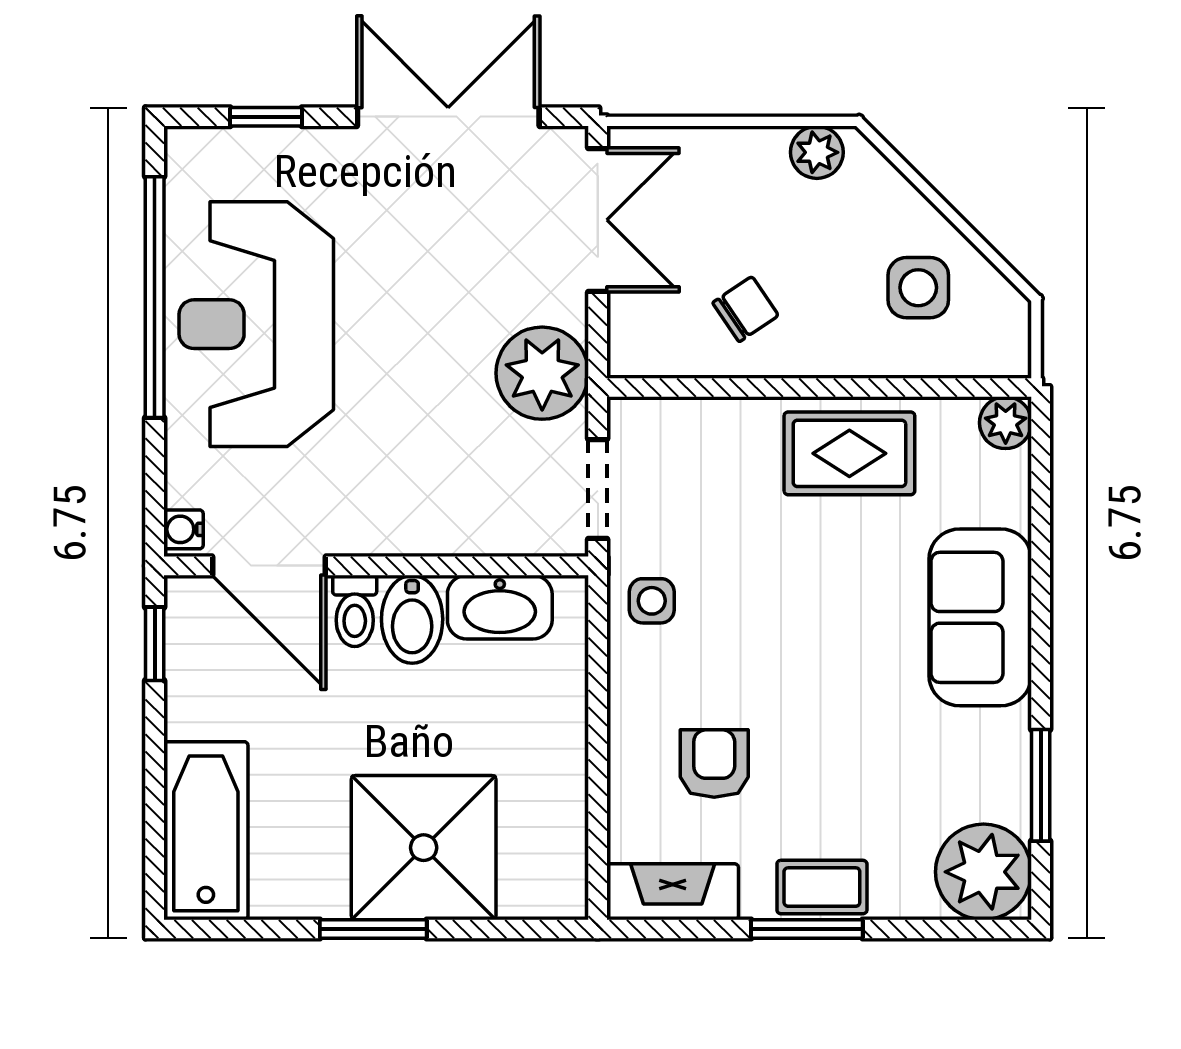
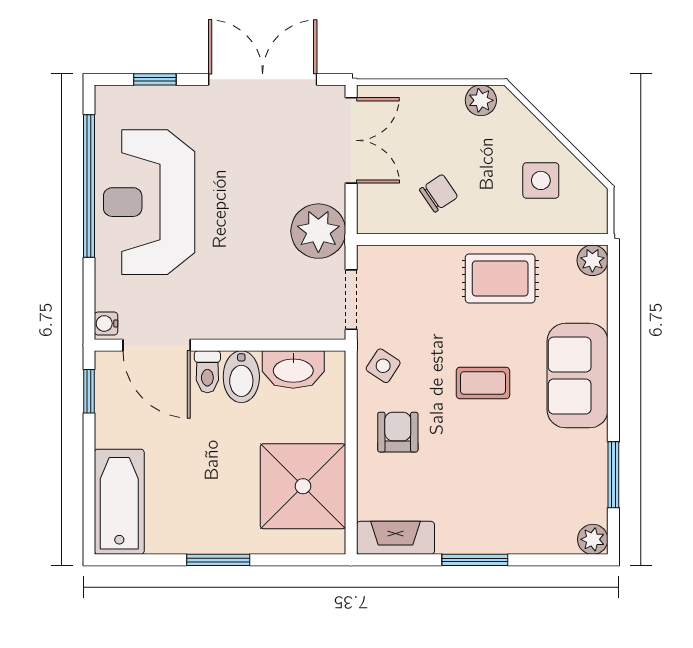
side table: (652, 601) -> (383, 366), turned 33
armchair: (714, 764) -> (398, 432), moved
shower: (424, 848) -> (303, 486), moved
plant: (984, 872) -> (593, 539), width x0.53, depth x0.53
coffee table: (822, 887) -> (483, 383), moved

